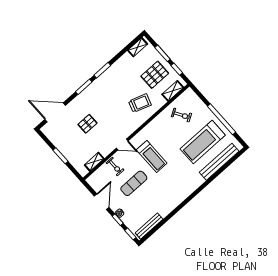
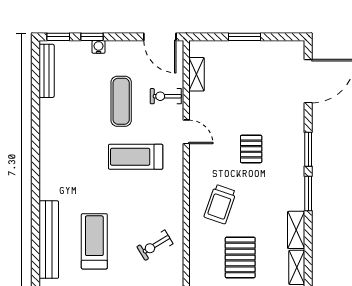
shelving: (173, 91) -> (296, 230), moved
pallet: (87, 124) -> (251, 149), moved
treadmill: (203, 142) -> (94, 241), width x0.73, depth x0.73
door: (122, 144) -> (186, 132), swing flipped
door: (102, 202) -> (160, 37), moved

